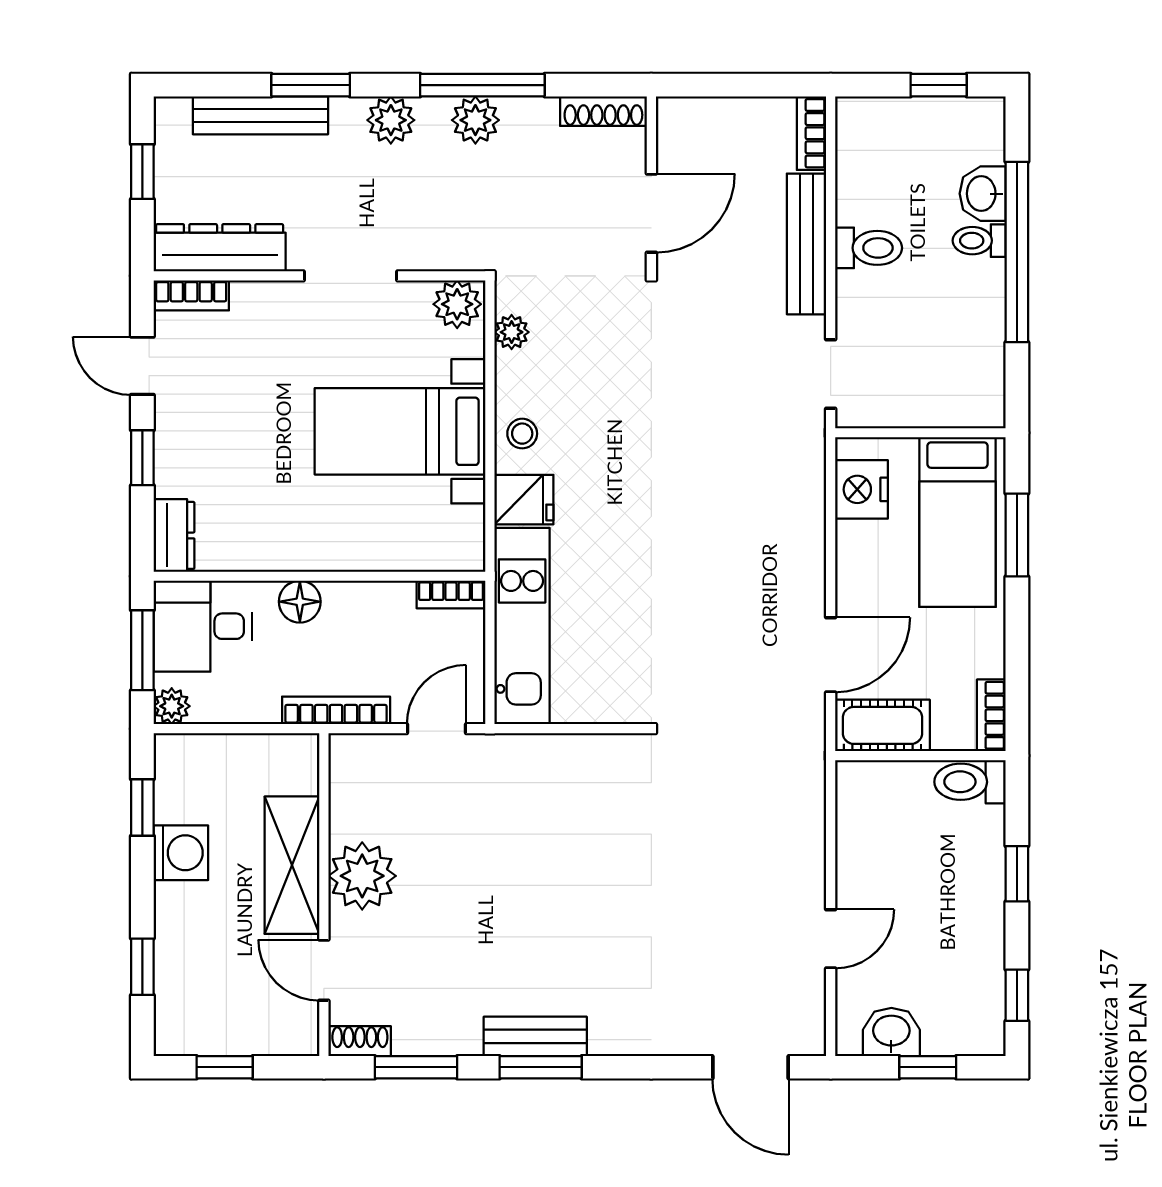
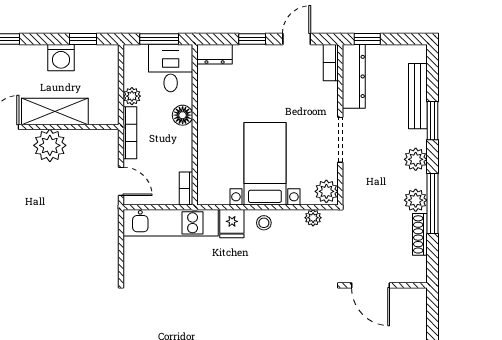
shoe rack: (603, 111) -> (420, 234), moved
window: (142, 172) -> (367, 39), moved
plant: (172, 706) -> (132, 96), moved

